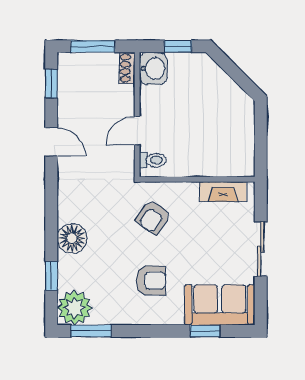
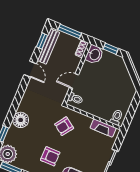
bench: (66, 89) -> (48, 46), added
toilet: (239, 163) -> (116, 117), added

